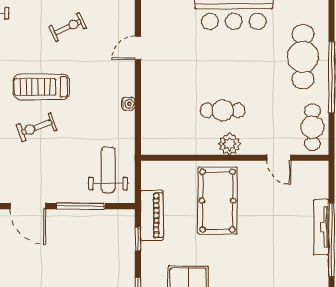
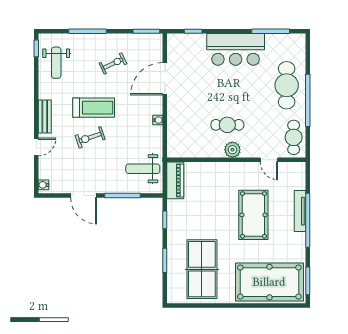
door: (138, 48) -> (165, 79), width x1.87
treadmill: (41, 87) -> (94, 108), turned 180
weight bench: (108, 170) -> (143, 169), turned -90
pool table: (218, 201) -> (253, 215), moved
piano: (152, 215) -> (175, 180), moved

